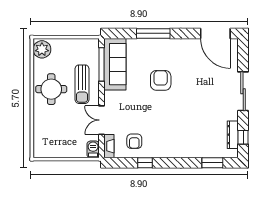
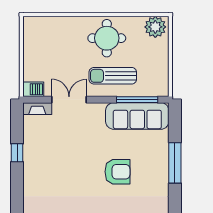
armchair: (134, 141) -> (43, 140), removed

